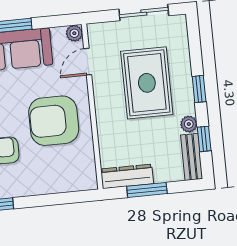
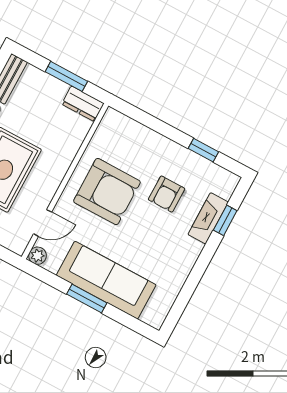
dresser: (127, 176) -> (83, 104), width x0.70

